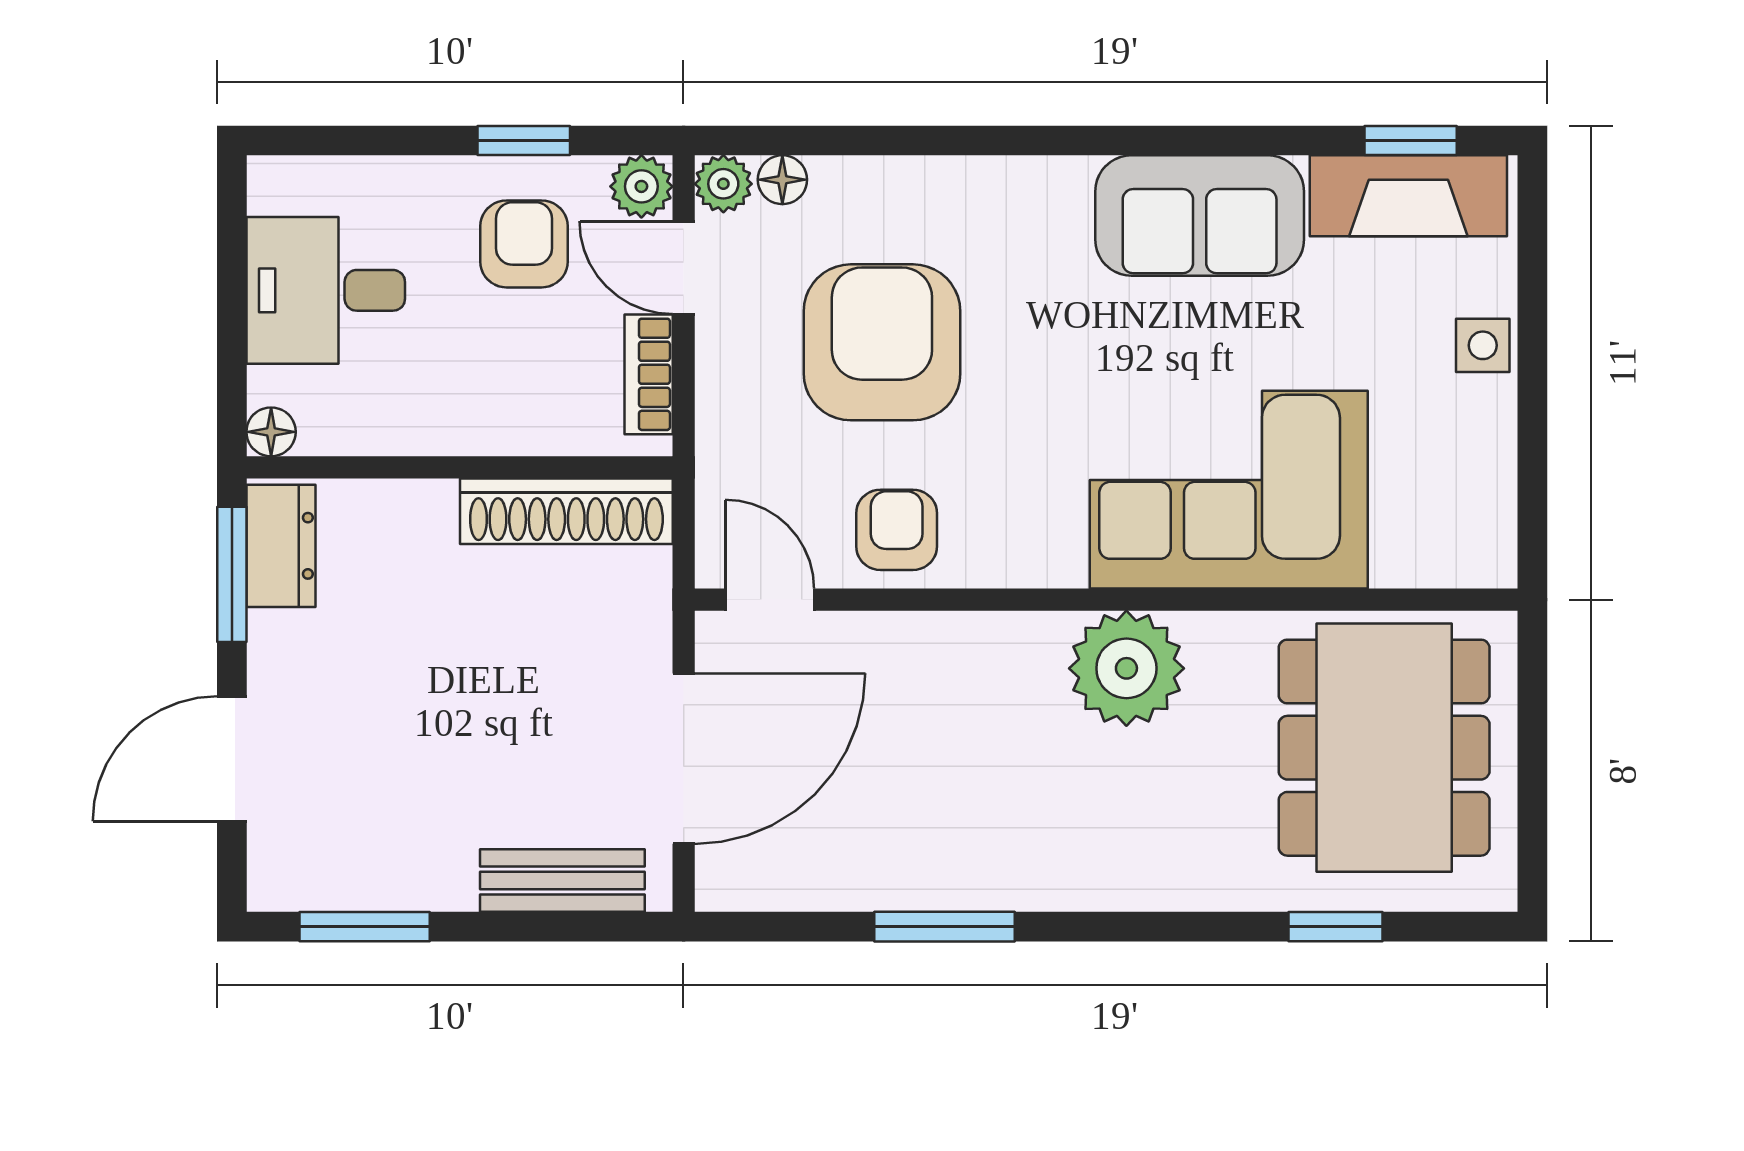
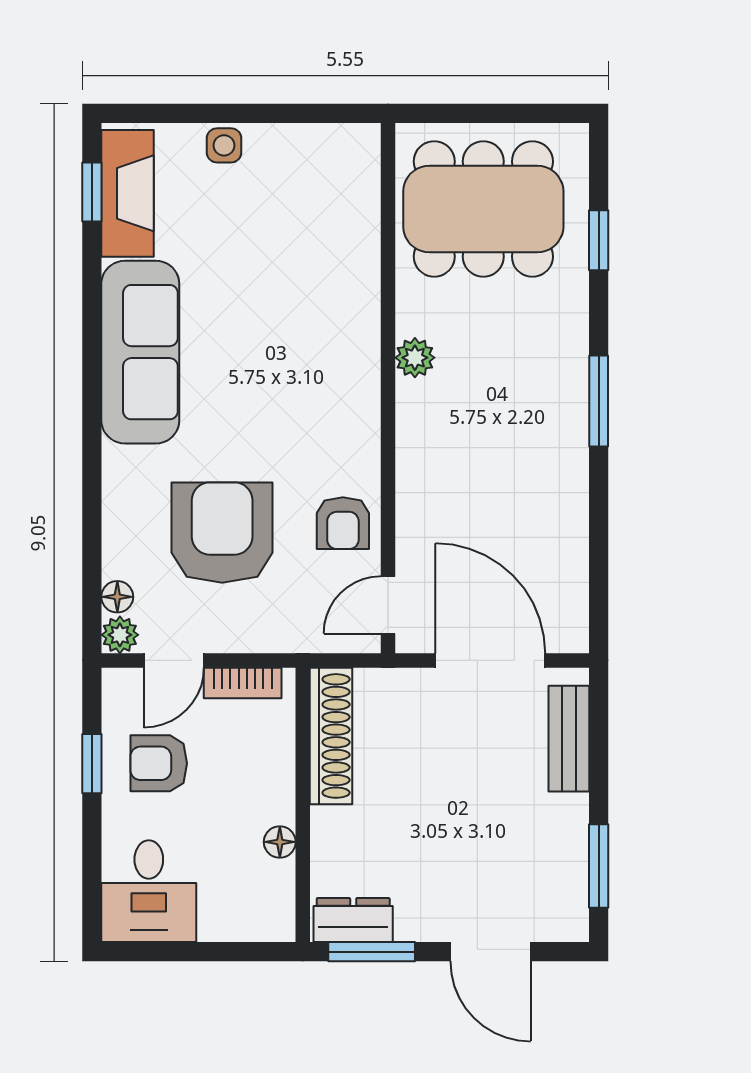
plant: (641, 186) -> (122, 688), removed
sofa: (1200, 215) -> (140, 352), width x1.36
desk: (326, 290) -> (149, 891), moved
armchair: (882, 342) -> (222, 533), turned 90
floor lamp: (271, 432) -> (280, 842), moved
corner sofa: (1229, 490) -> (317, 309), removed
armchair: (897, 530) -> (343, 523), turned -90
plant: (1126, 668) -> (415, 358), width x0.53, depth x0.53
window: (944, 927) -> (599, 401), moved

